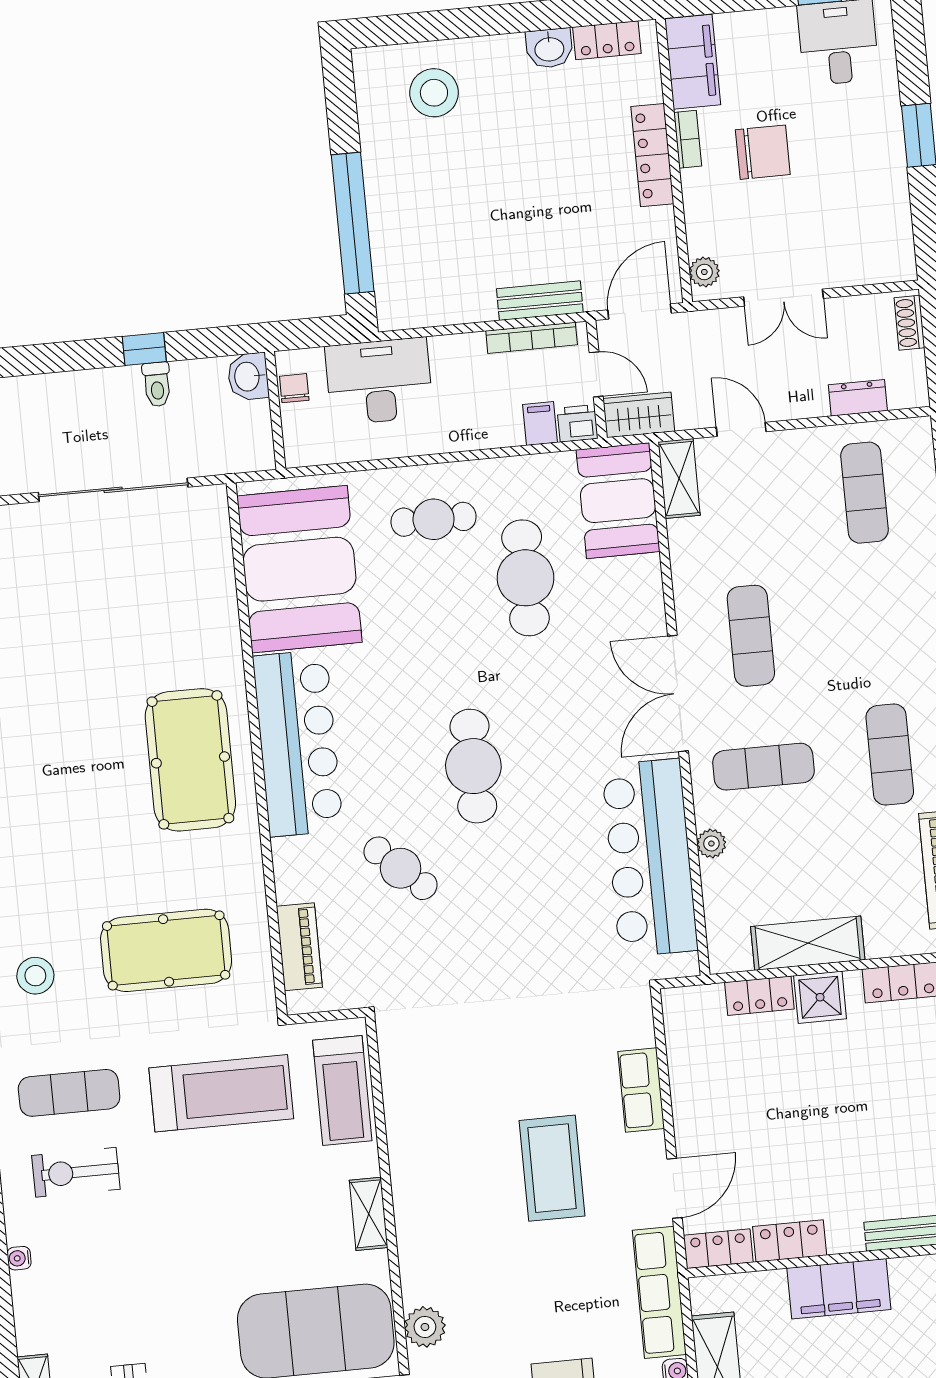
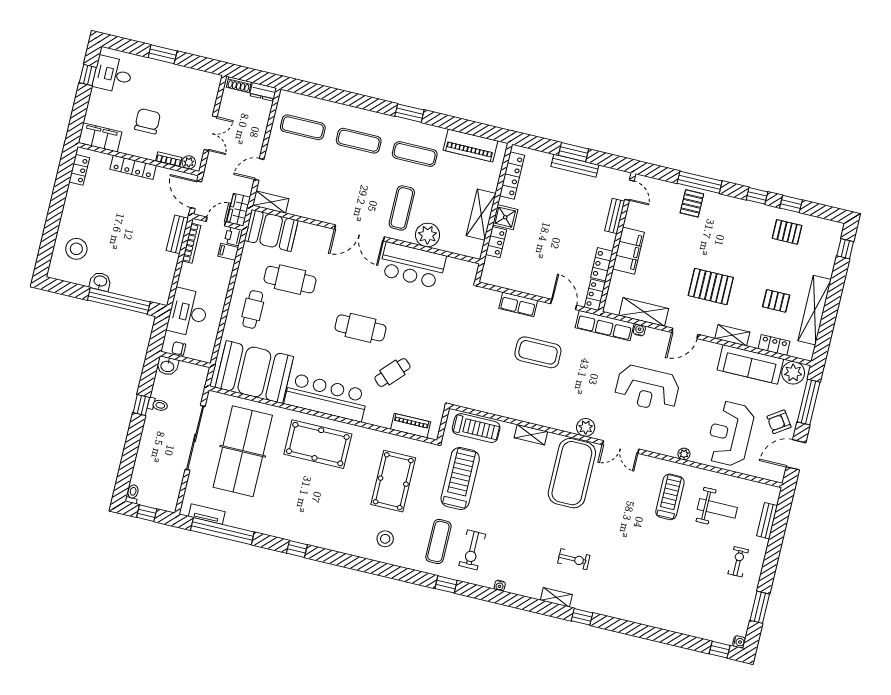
washbasin: (549, 48) -> (100, 281), moved, turned -90
bookcase: (688, 139) -> (169, 159), moved
dresser: (858, 398) -> (263, 92), moved, turned -90
table tennis table: (119, 603) -> (243, 451), added
exercise mat: (751, 636) -> (359, 141), moved
plant: (711, 844) -> (428, 235), width x1.88, depth x1.88
bar counter: (650, 858) -> (412, 265), width x0.73

